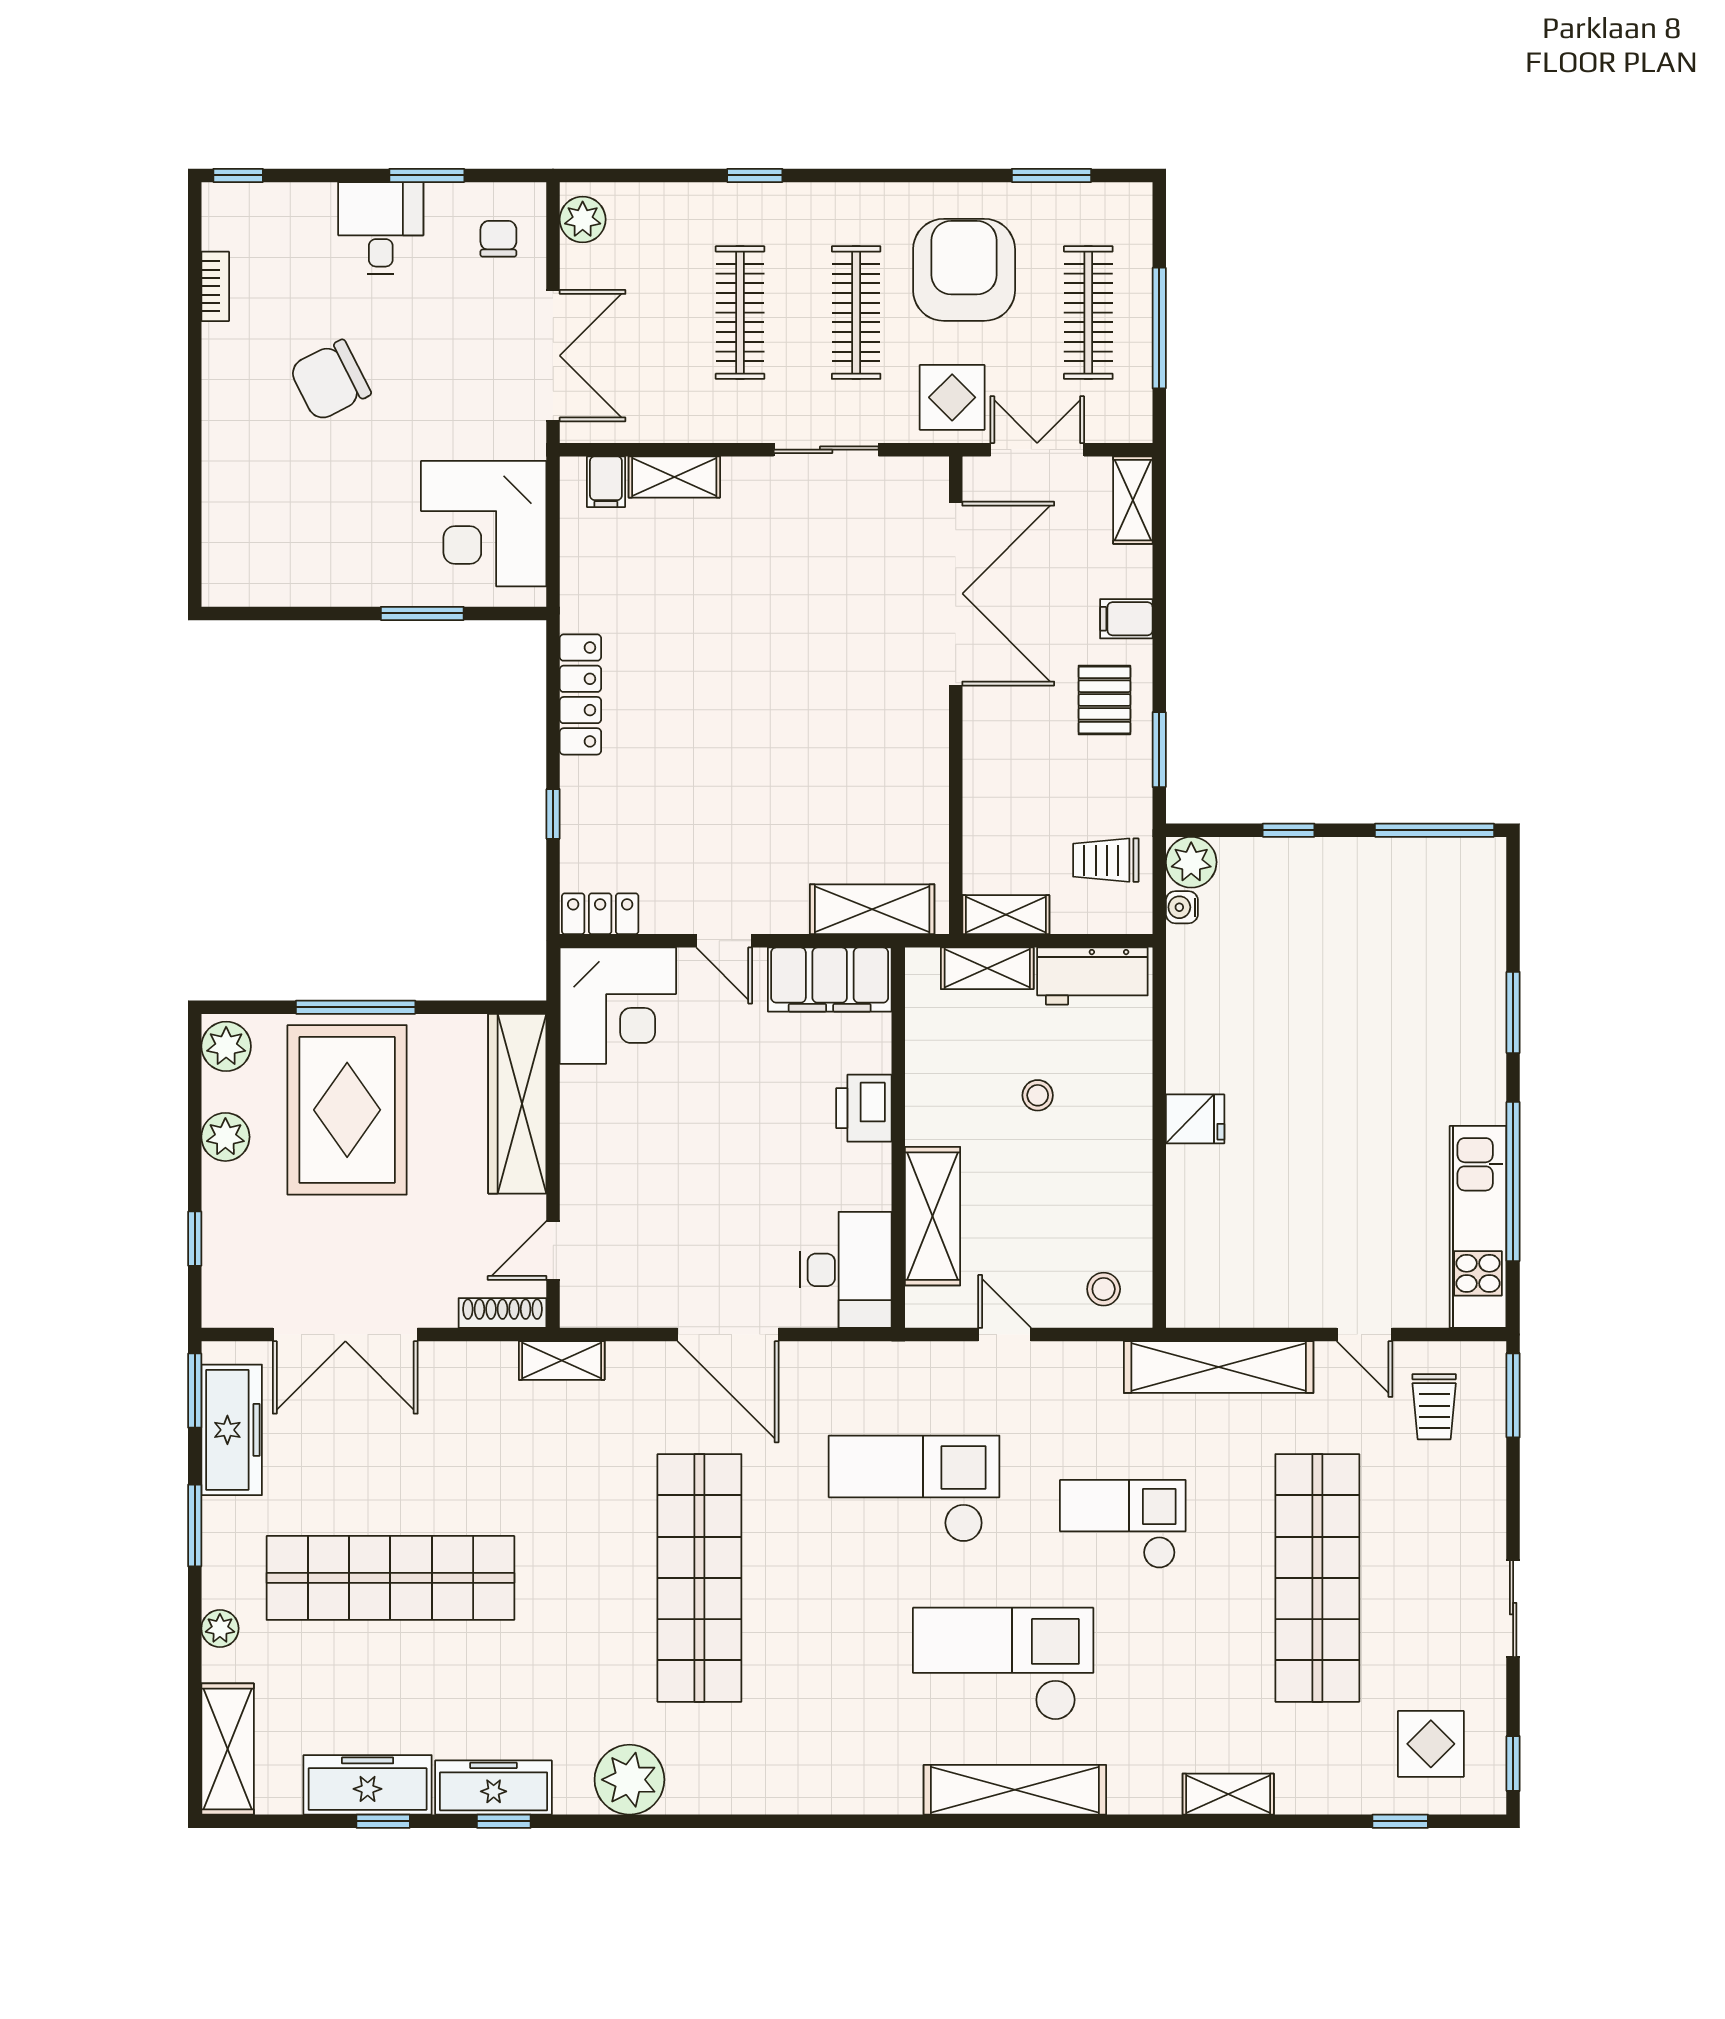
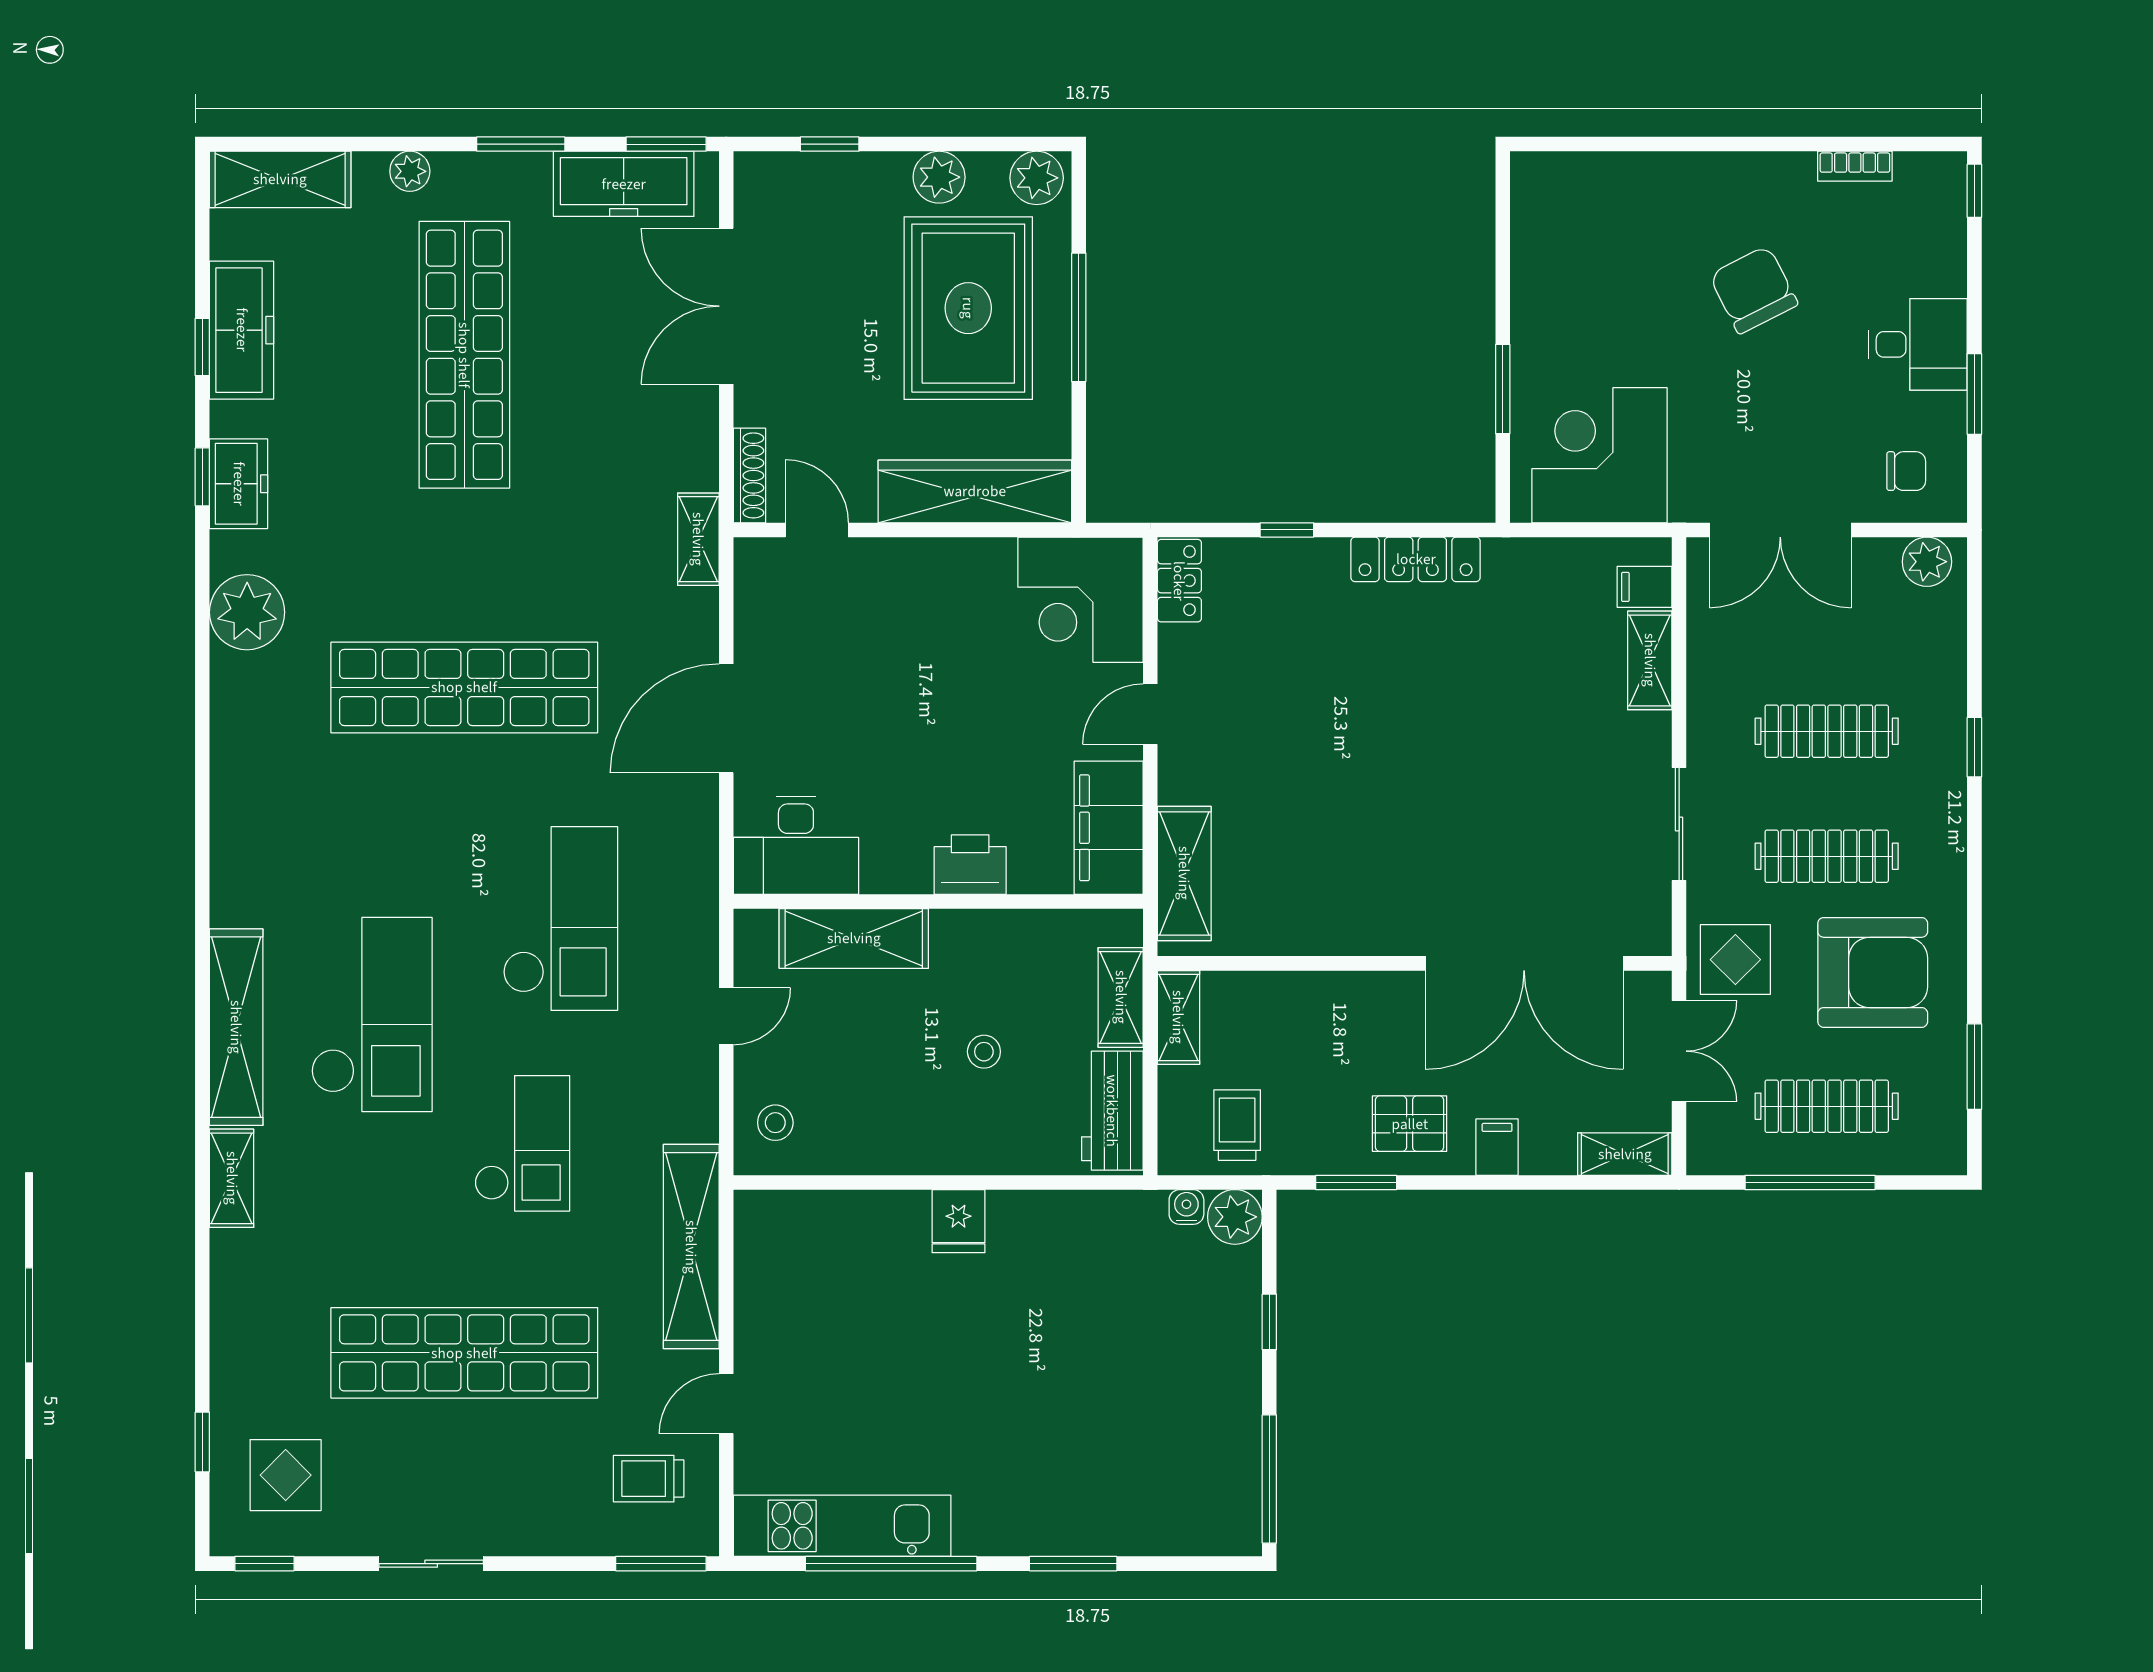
rug: (347, 1110) -> (968, 308), turned 90
freezer: (494, 1788) -> (239, 484), width x0.71
shelving: (1228, 1794) -> (232, 1178), moved

